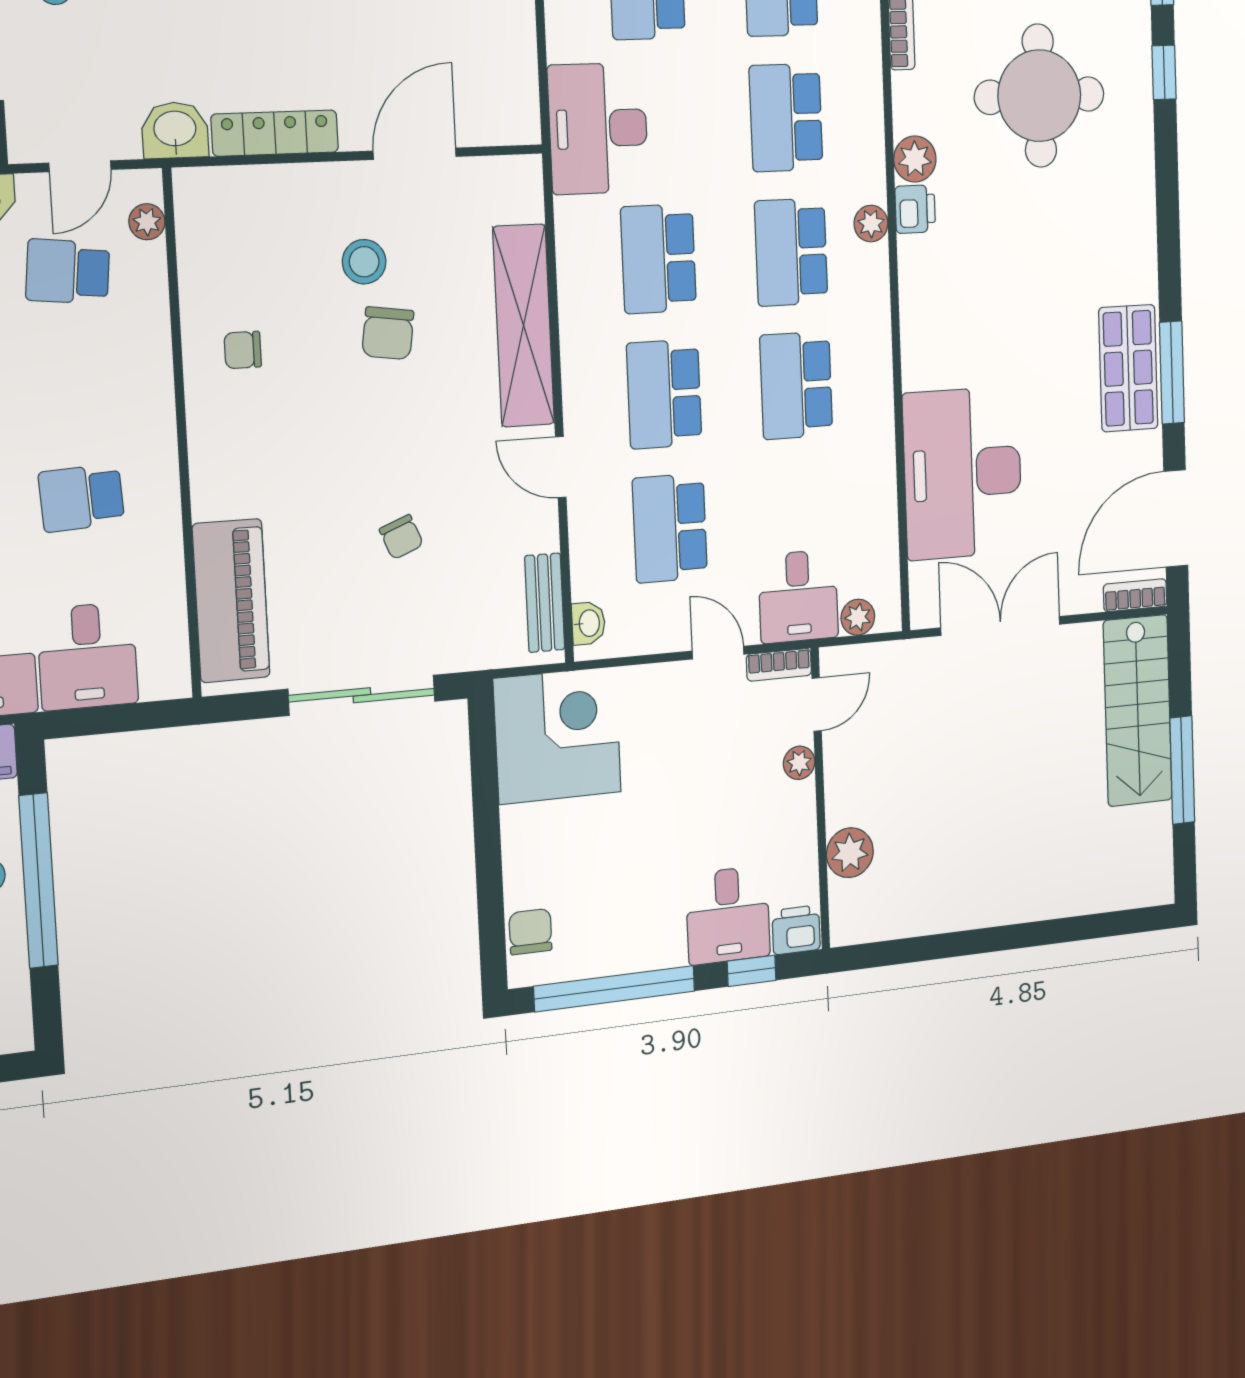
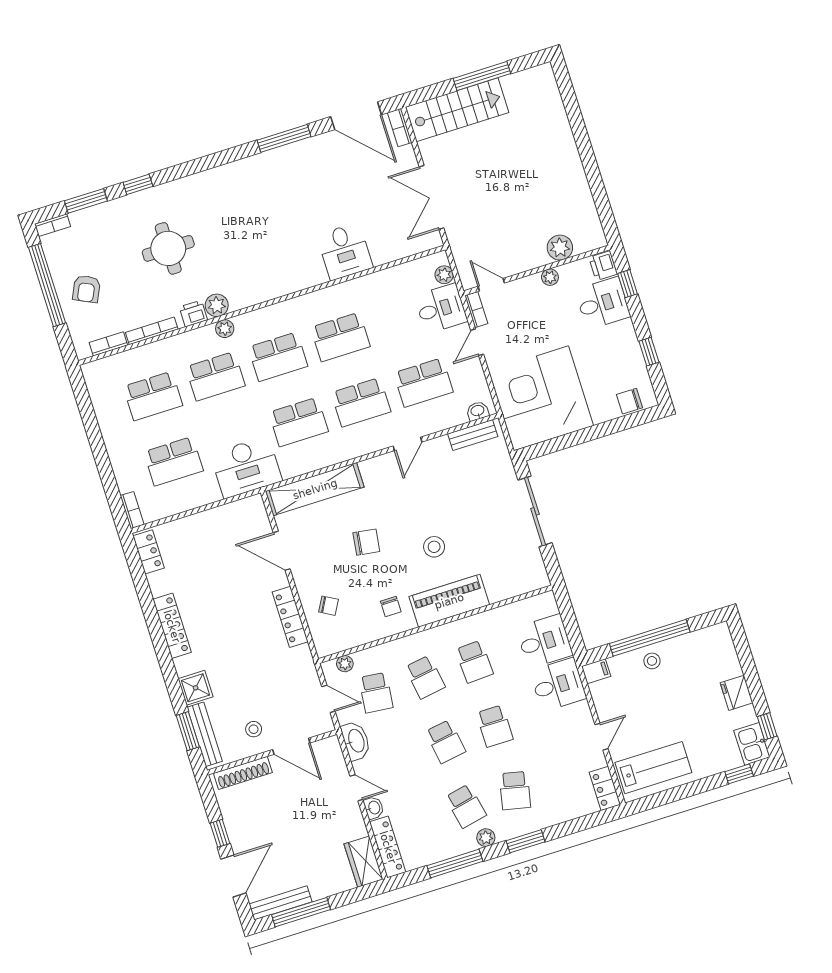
round table: (1039, 96) -> (168, 248), width x0.73, depth x0.73
washbasin: (175, 130) -> (301, 662), removed
printer: (915, 209) -> (193, 313), moved
plant: (871, 224) -> (225, 329), moved
stool: (364, 262) -> (434, 547), moved
shelving: (524, 326) -> (315, 489), moved
shop shelf: (1128, 368) -> (288, 163), removed
school desk: (75, 385) -> (425, 677), added
desk: (963, 473) -> (345, 251), width x0.53, depth x0.77
chair: (401, 537) -> (328, 606), moved, turned 51
piano: (231, 601) -> (449, 601), moved
corner desk: (557, 735) -> (541, 398), width x1.36, depth x1.36
plant: (799, 763) -> (550, 277), moved
window: (615, 989) -> (649, 352), width x0.32

